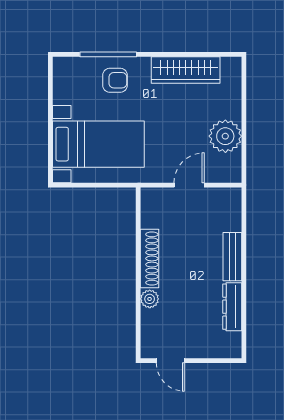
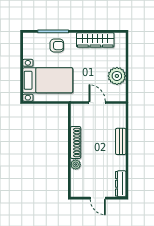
door: (189, 185) -> (97, 103), hinge flipped
dresser: (232, 307) -> (121, 184), moved
door: (170, 361) -> (98, 198), moved

